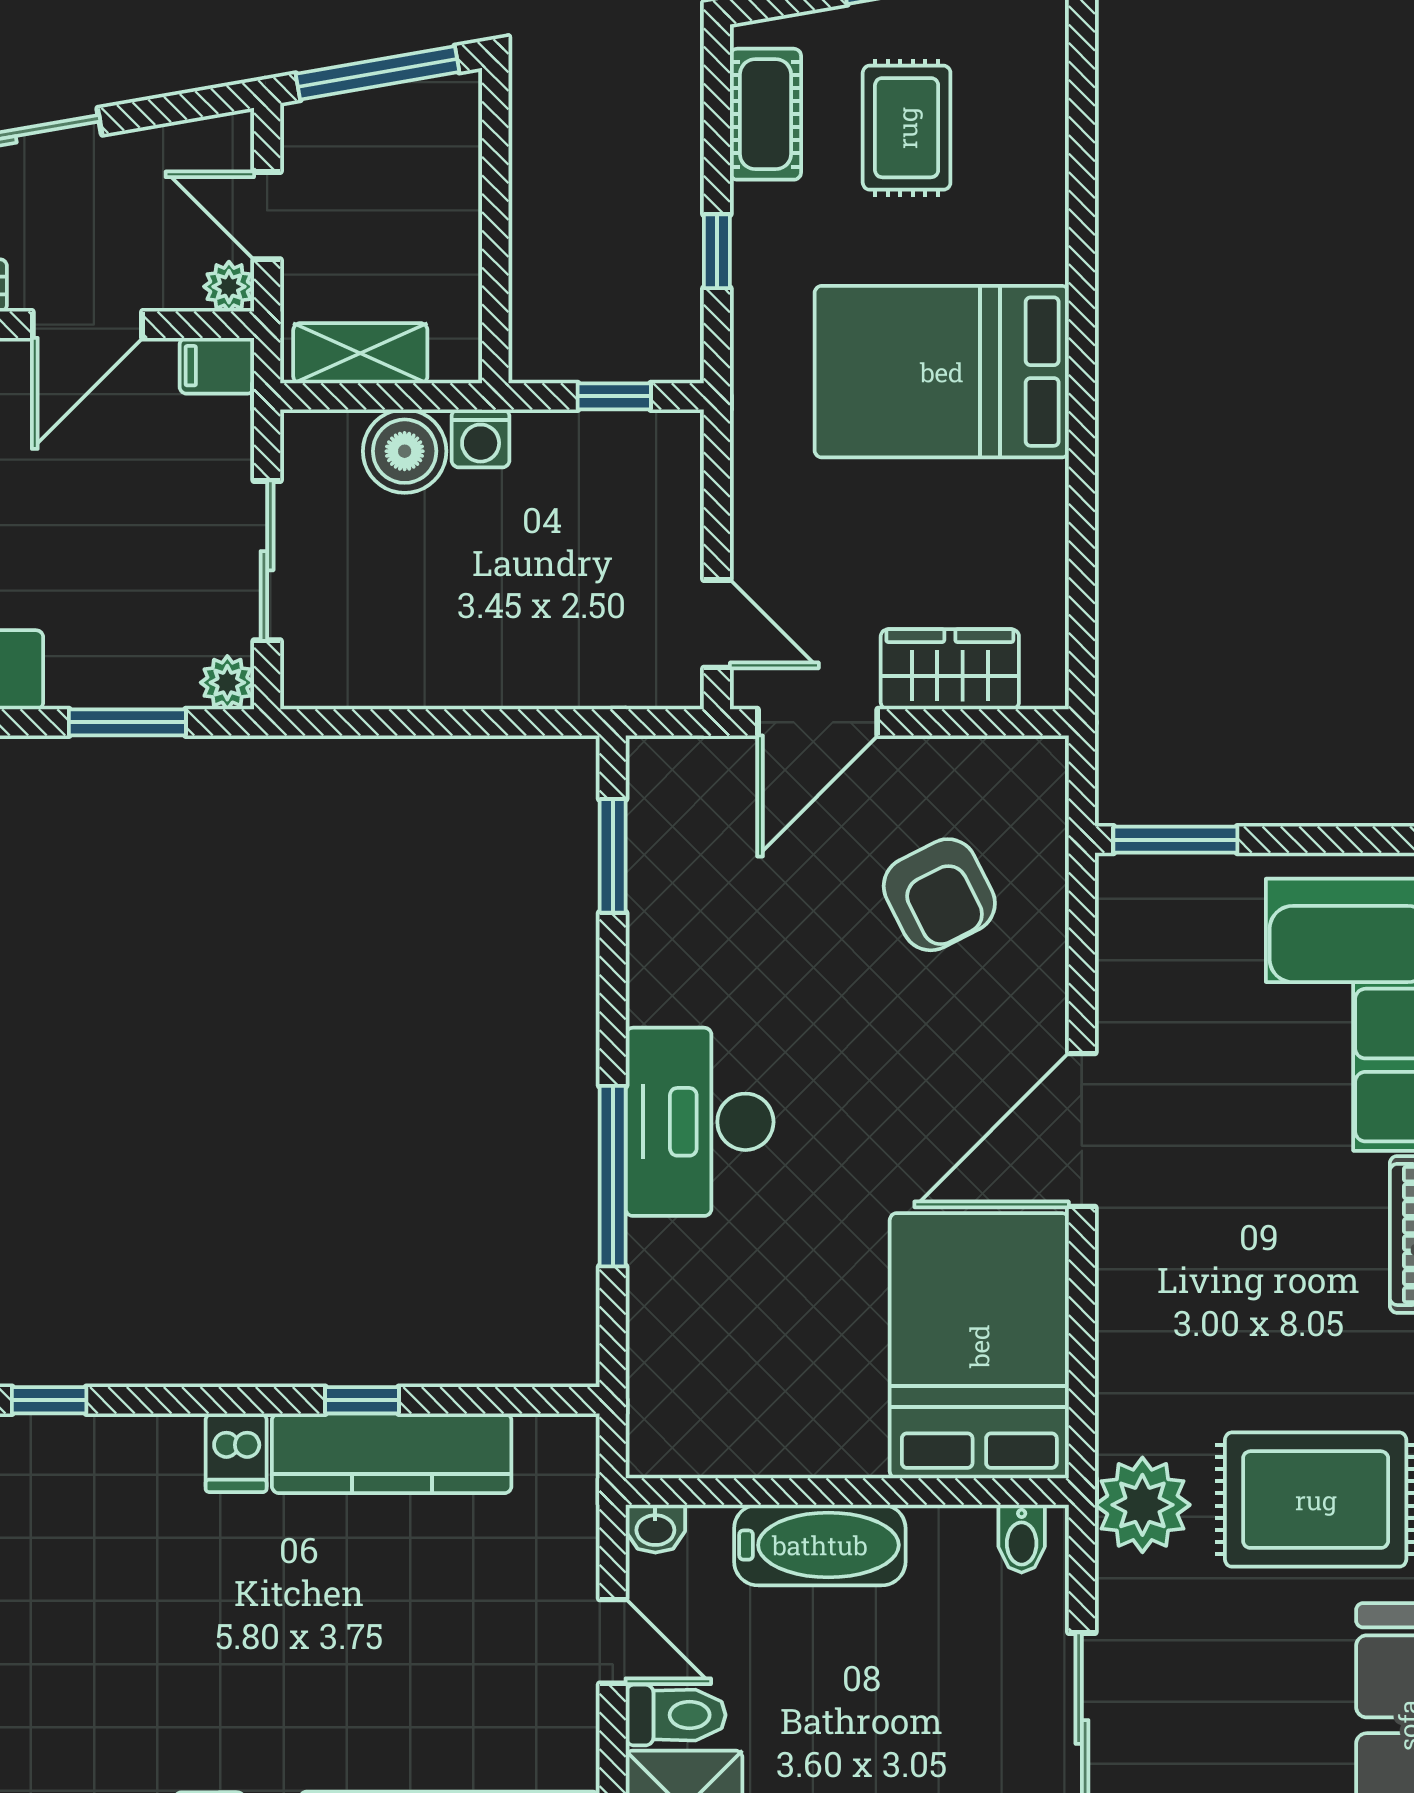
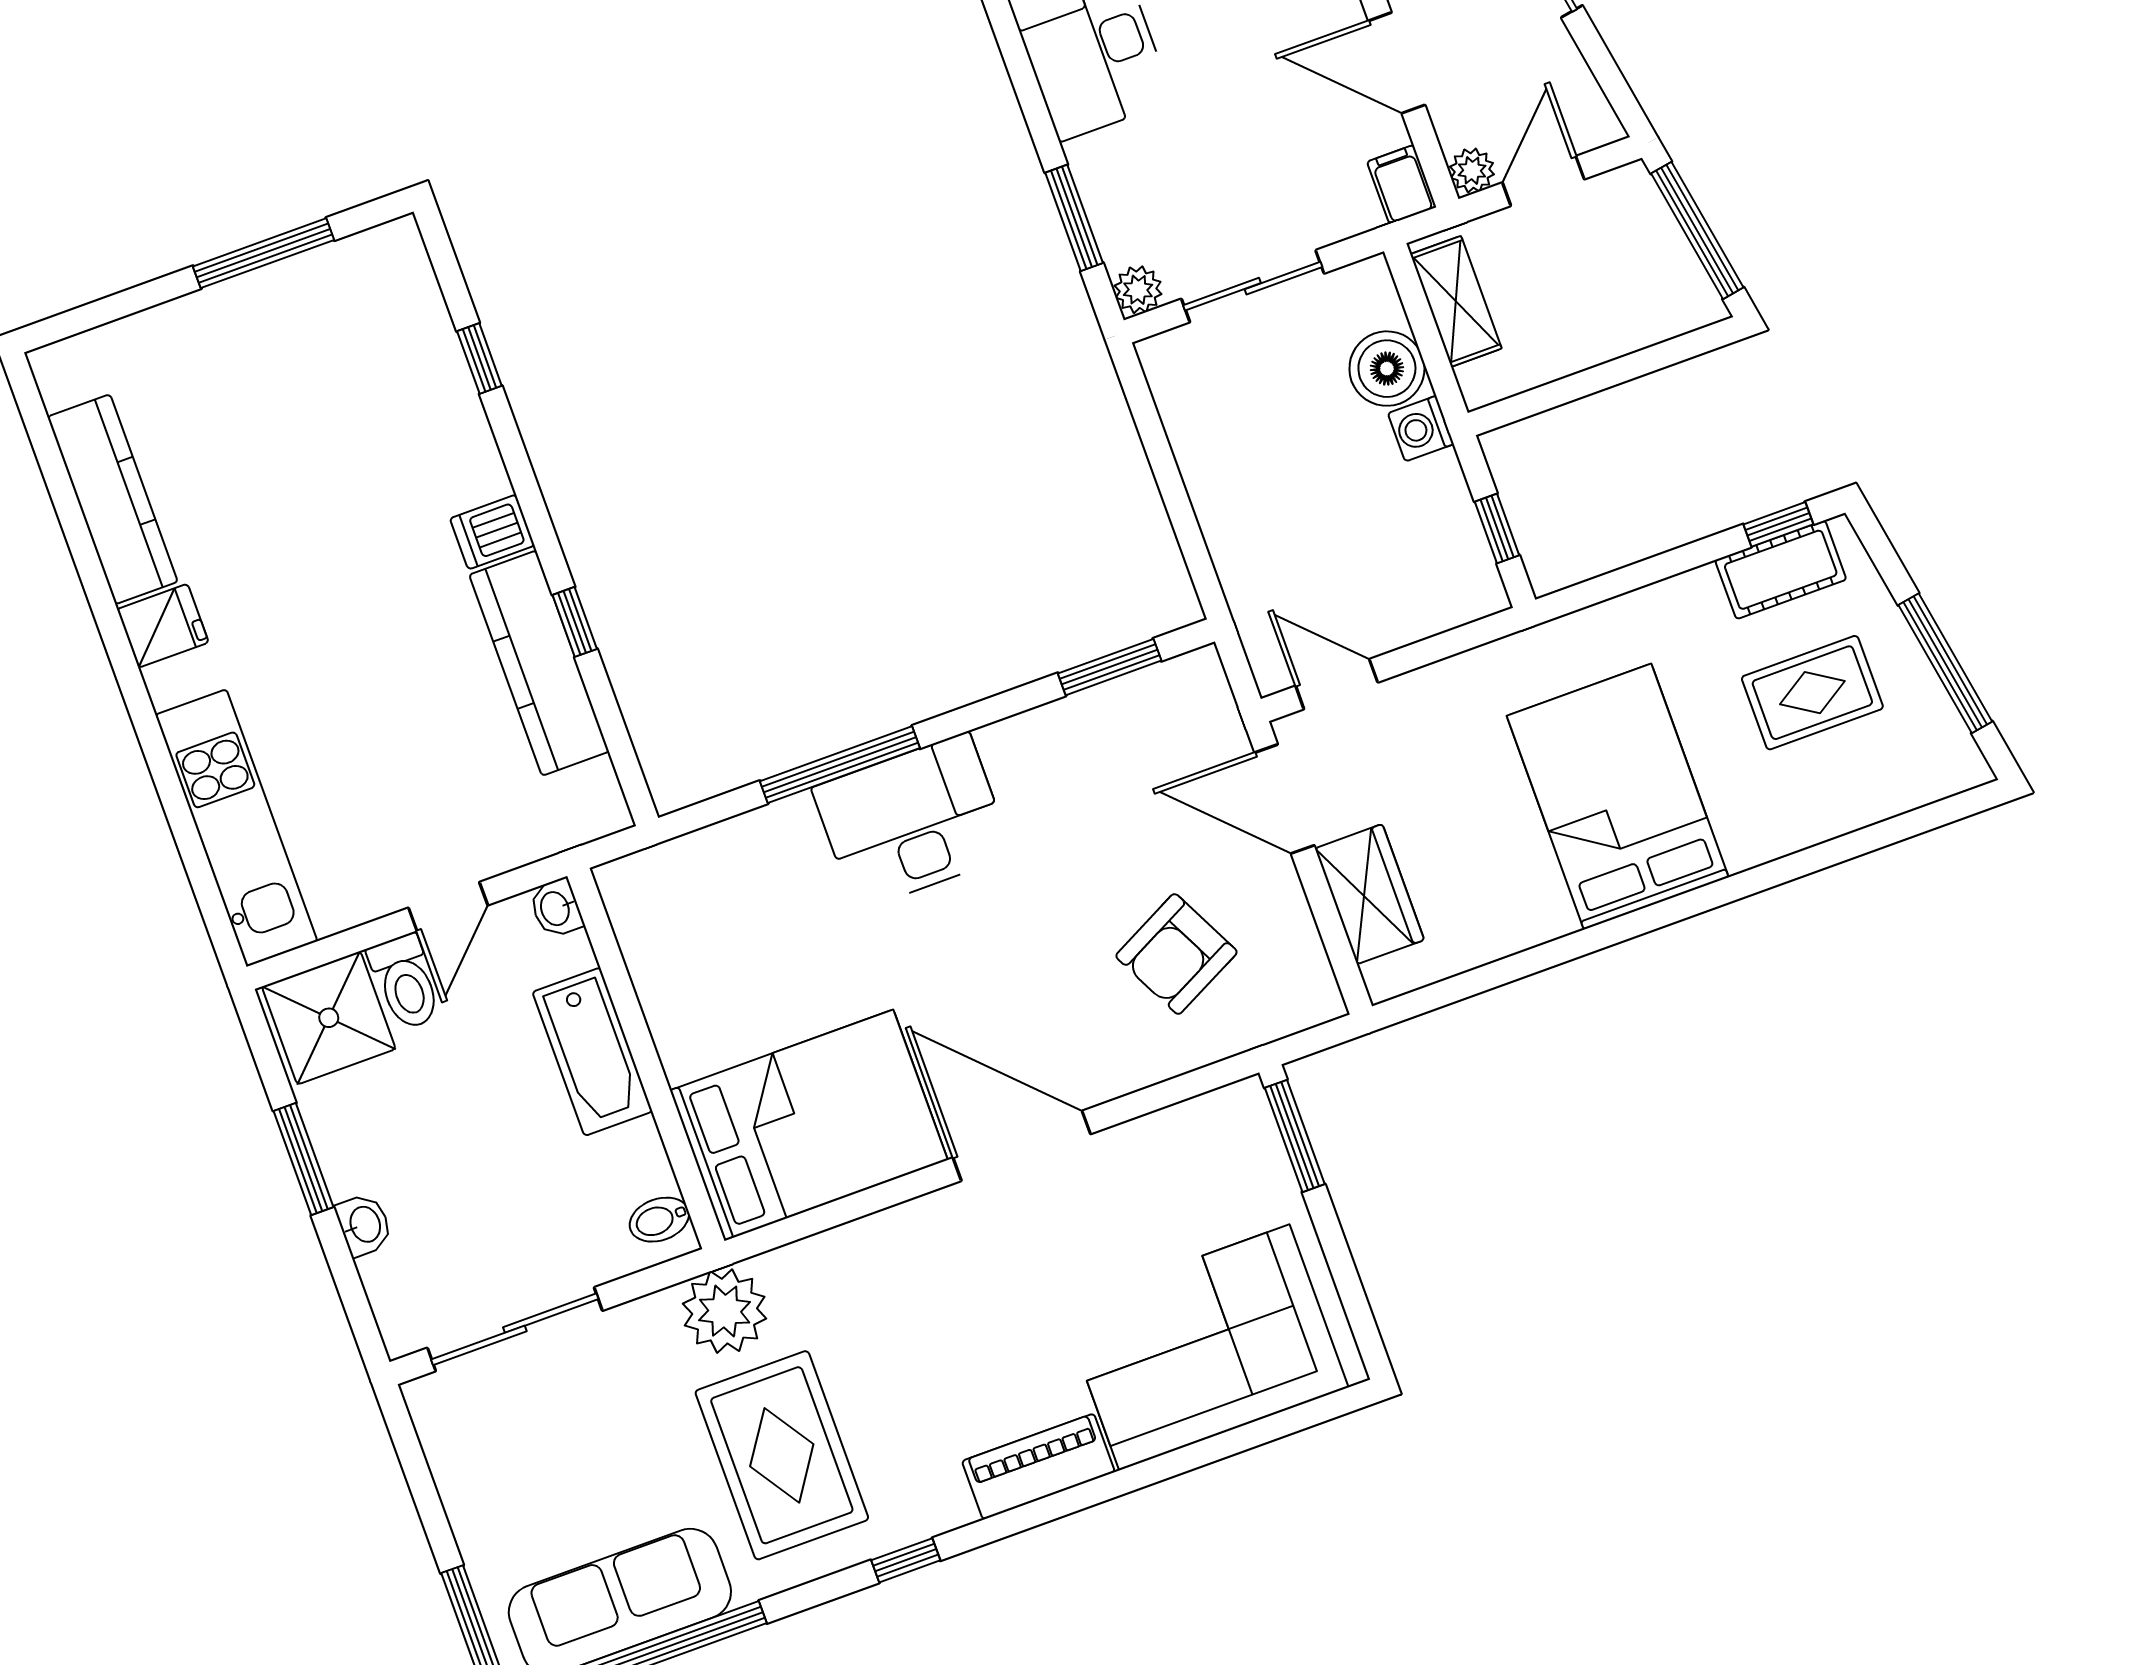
window: (717, 251) -> (1778, 524), moved
door: (717, 624) -> (1337, 684), swing flipped

